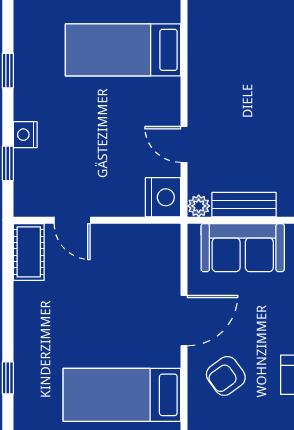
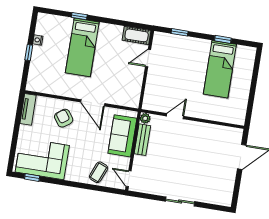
bed: (123, 50) -> (220, 69), moved, turned 180
nightstand: (25, 135) -> (192, 43), removed
nightstand: (163, 197) -> (152, 102), removed
bed: (122, 395) -> (82, 47), moved, turned 180

